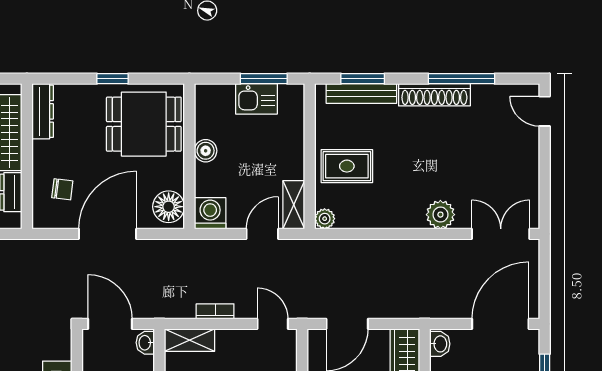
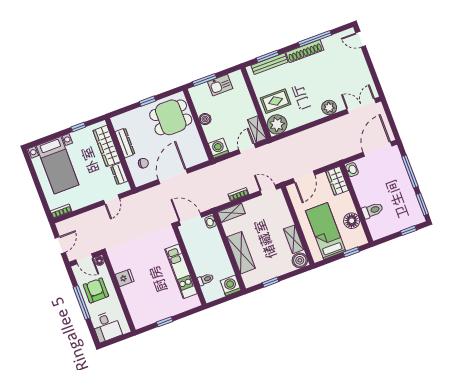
window: (264, 79) -> (205, 80), moved
dresser: (43, 111) -> (125, 143), moved
floor lamp: (169, 207) -> (197, 152), removed
plant: (325, 219) -> (277, 124), width x1.87, depth x1.87

